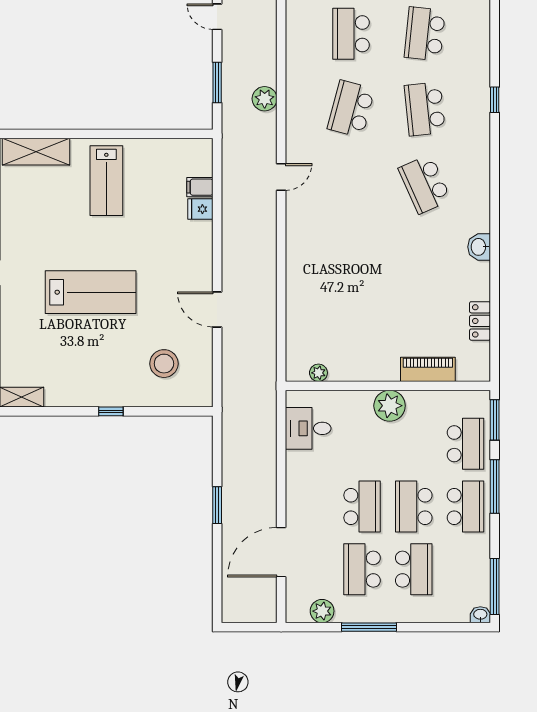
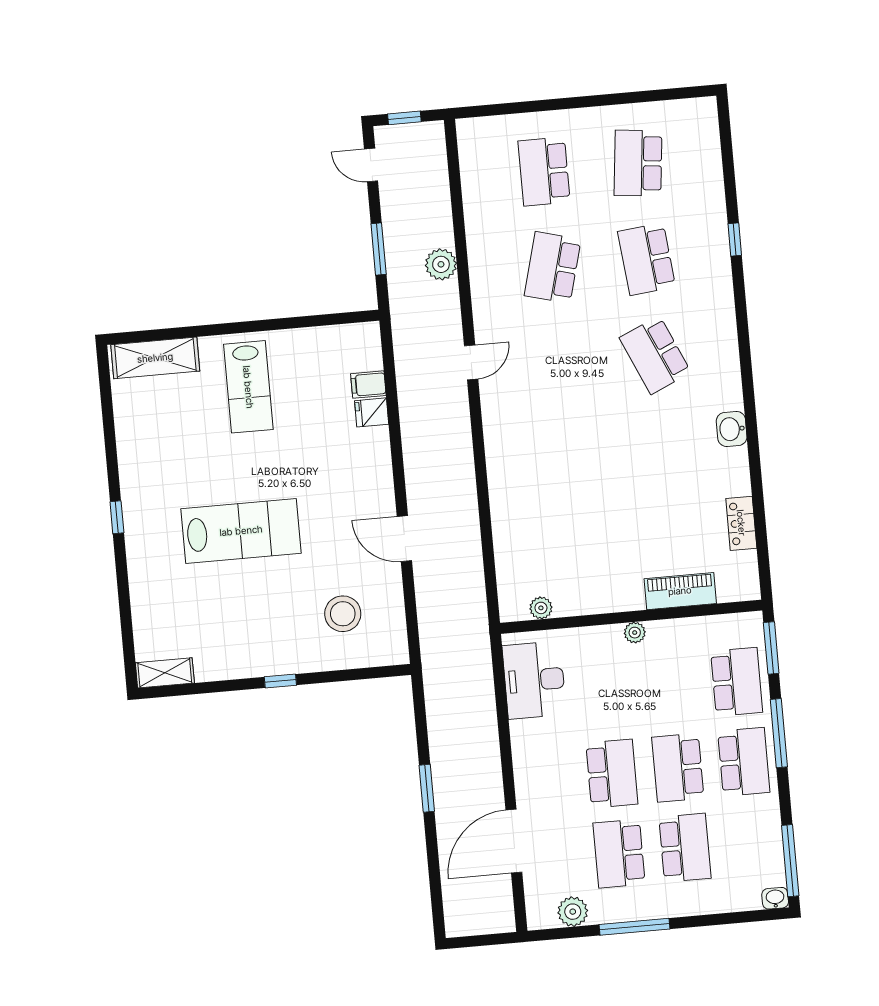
plant: (390, 406) -> (635, 633), width x0.53, depth x0.53
desk: (308, 428) -> (534, 680), width x1.37

